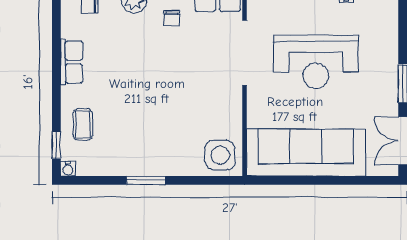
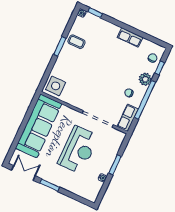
reception desk: (316, 62) -> (78, 150), turned 180
coffee table: (83, 124) -> (76, 42), moved

